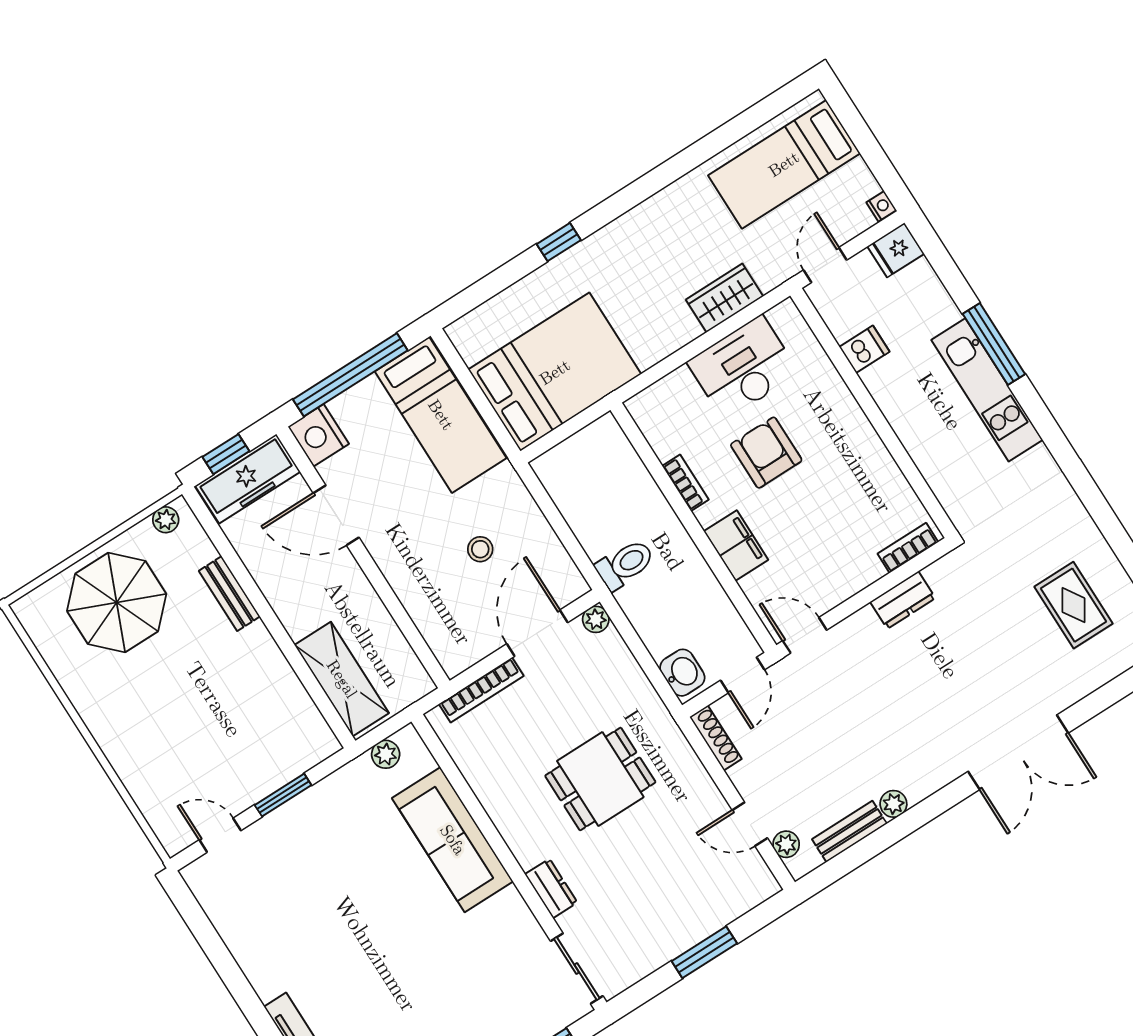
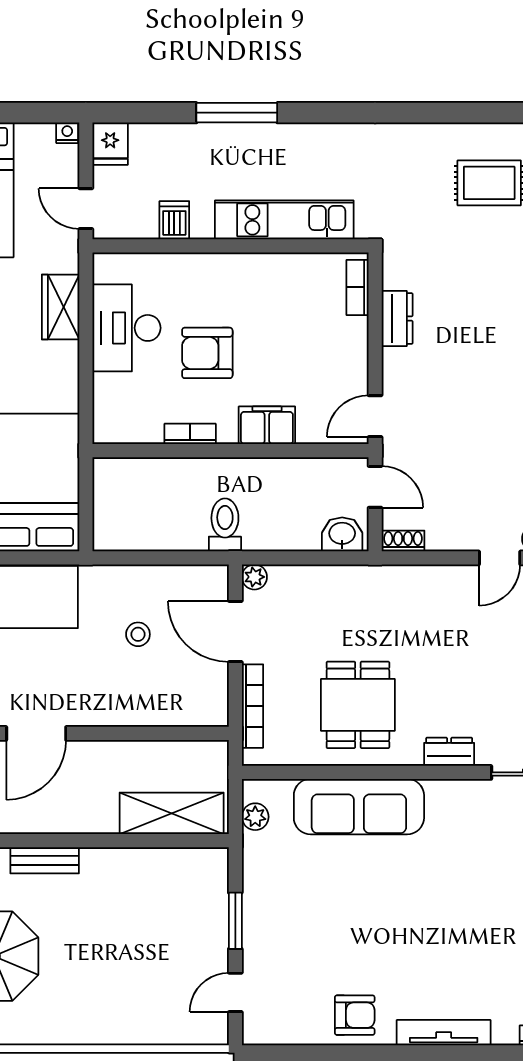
kitchen unit: (987, 390) -> (284, 220), moved, turned 180
shoe rack: (716, 738) -> (403, 541), width x0.70
dining table: (600, 779) -> (358, 705), moved
armchair: (267, 953) -> (355, 1015), added

